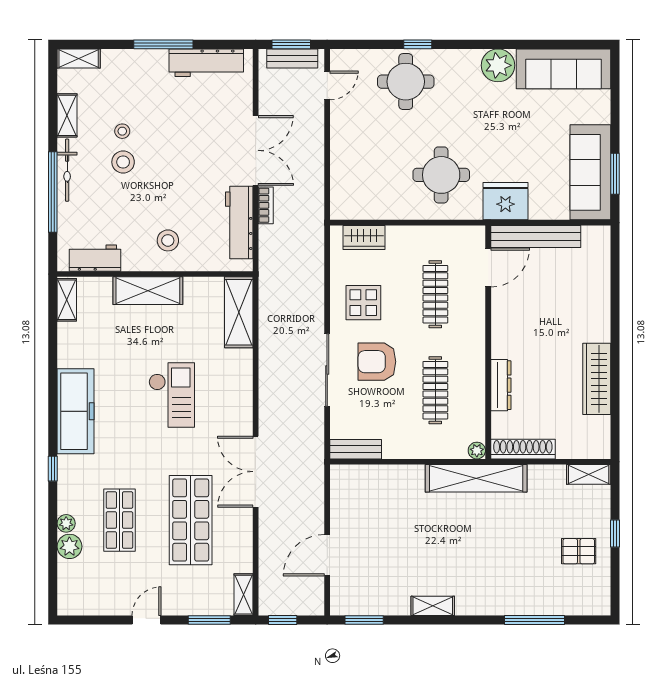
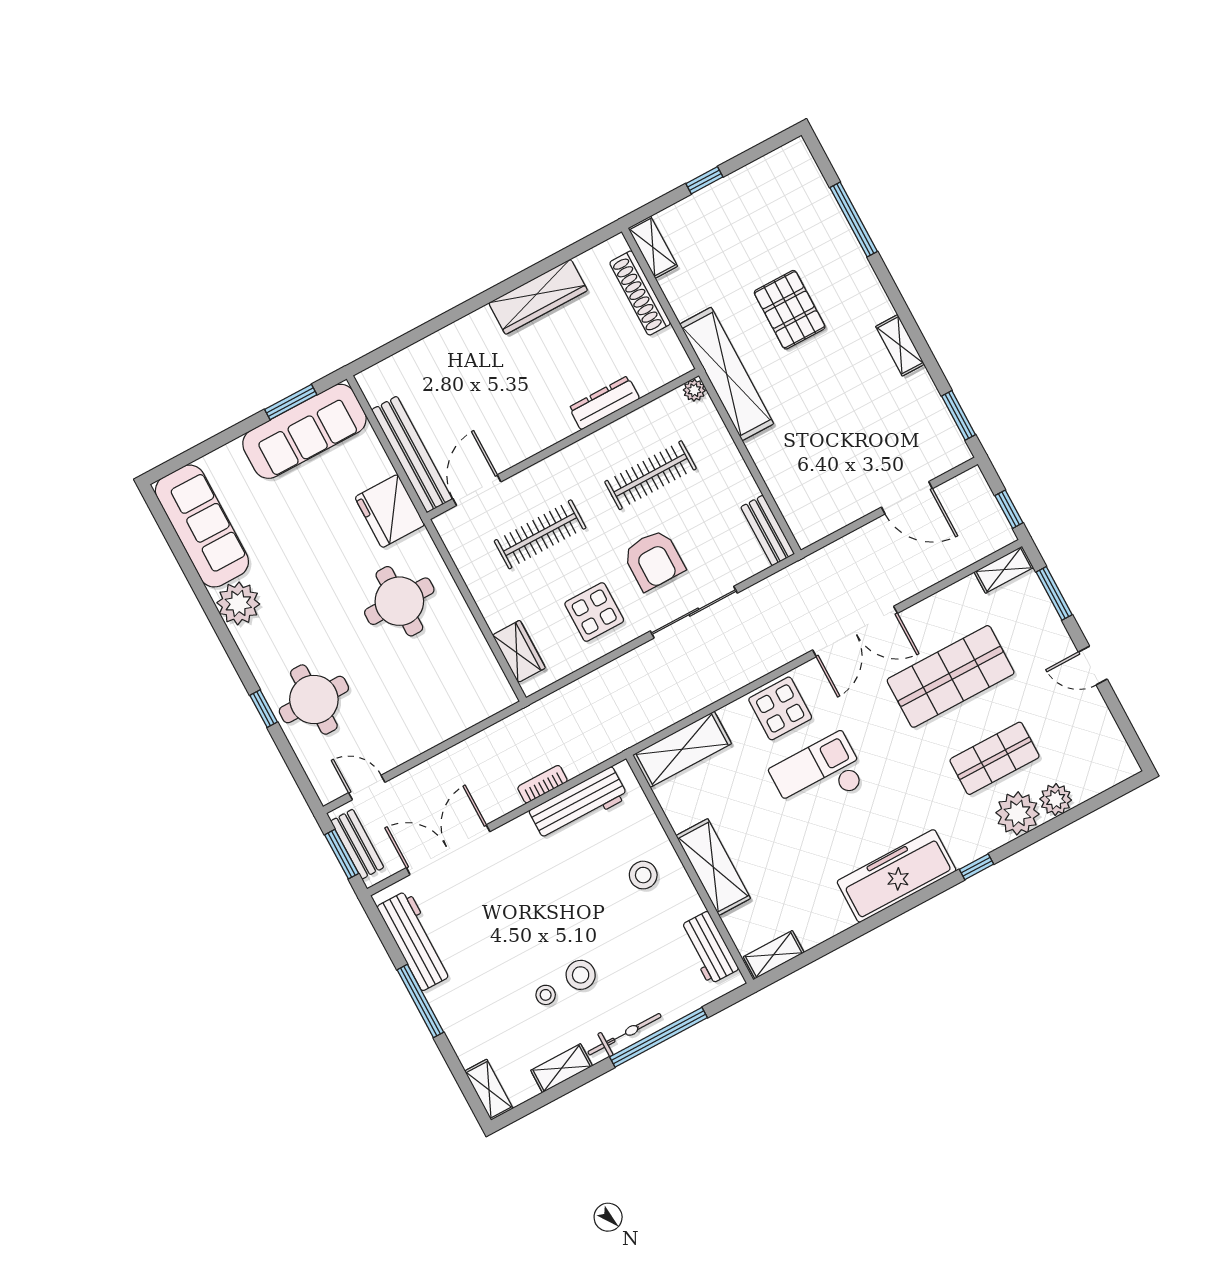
double door: (256, 150) -> (448, 850), moved
door: (488, 268) -> (477, 490), hinge flipped
display table: (231, 393) -> (780, 708), added
shoe rack: (523, 449) -> (640, 293), moved
plant: (66, 523) -> (1017, 813), width x1.88, depth x1.88
pallet: (579, 551) -> (790, 310), moved, width x1.50, depth x1.42

